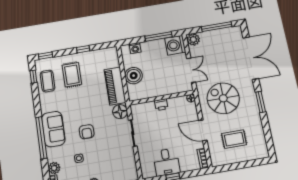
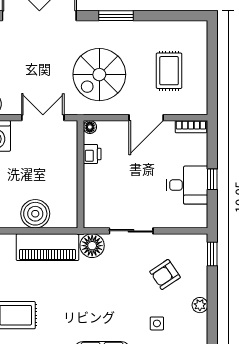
printer: (161, 105) -> (92, 154), moved
armchair: (87, 132) -> (165, 275), moved, turned 146

